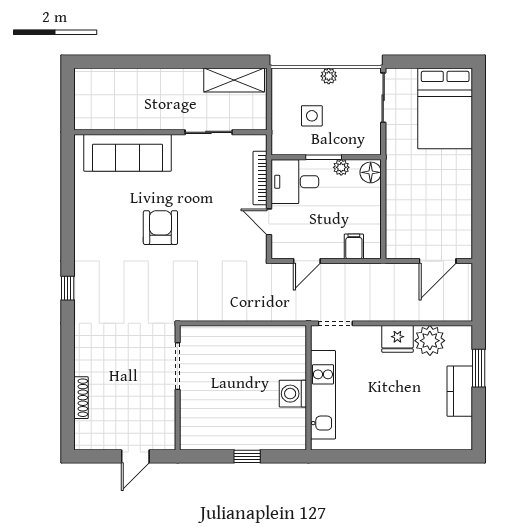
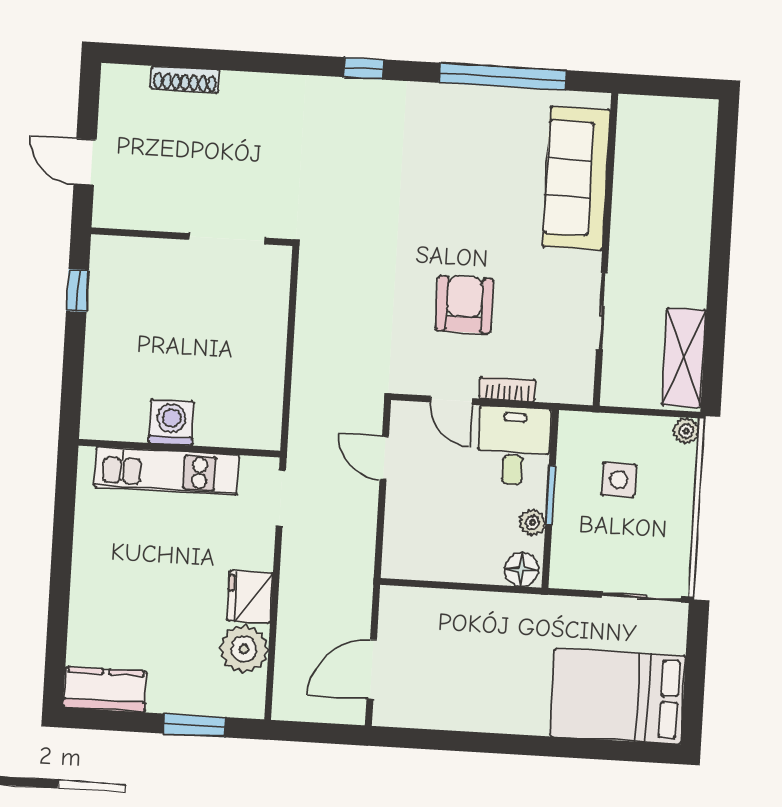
plant: (329, 76) -> (686, 431), moved
bookcase: (260, 178) -> (507, 389), width x0.64
window: (68, 202) -> (503, 77), added
door: (269, 222) -> (451, 400), swing flipped
armchair: (160, 228) -> (464, 305), moved, turned -90
filing cabinet: (354, 246) -> (403, 535), removed
door: (438, 261) -> (372, 669), hinge flipped
kitchen counter: (460, 391) -> (105, 689), moved
window: (247, 456) -> (77, 290), moved

